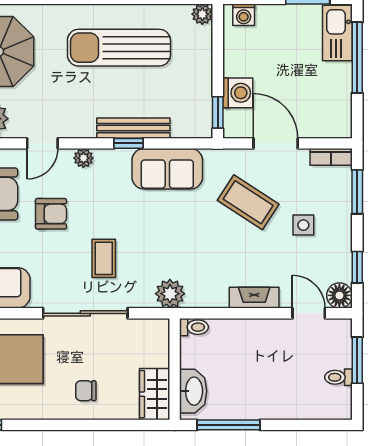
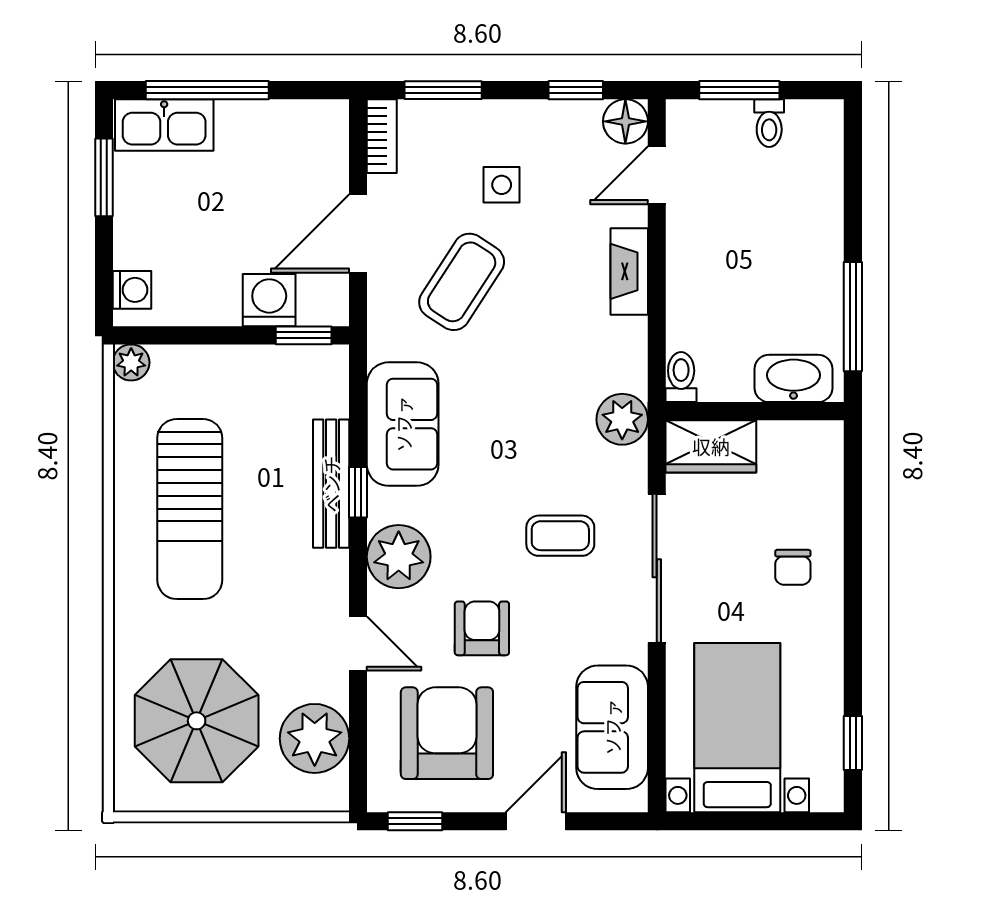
plant: (83, 158) -> (399, 557), width x1.88, depth x1.88
wardrobe: (155, 394) -> (711, 446), moved

